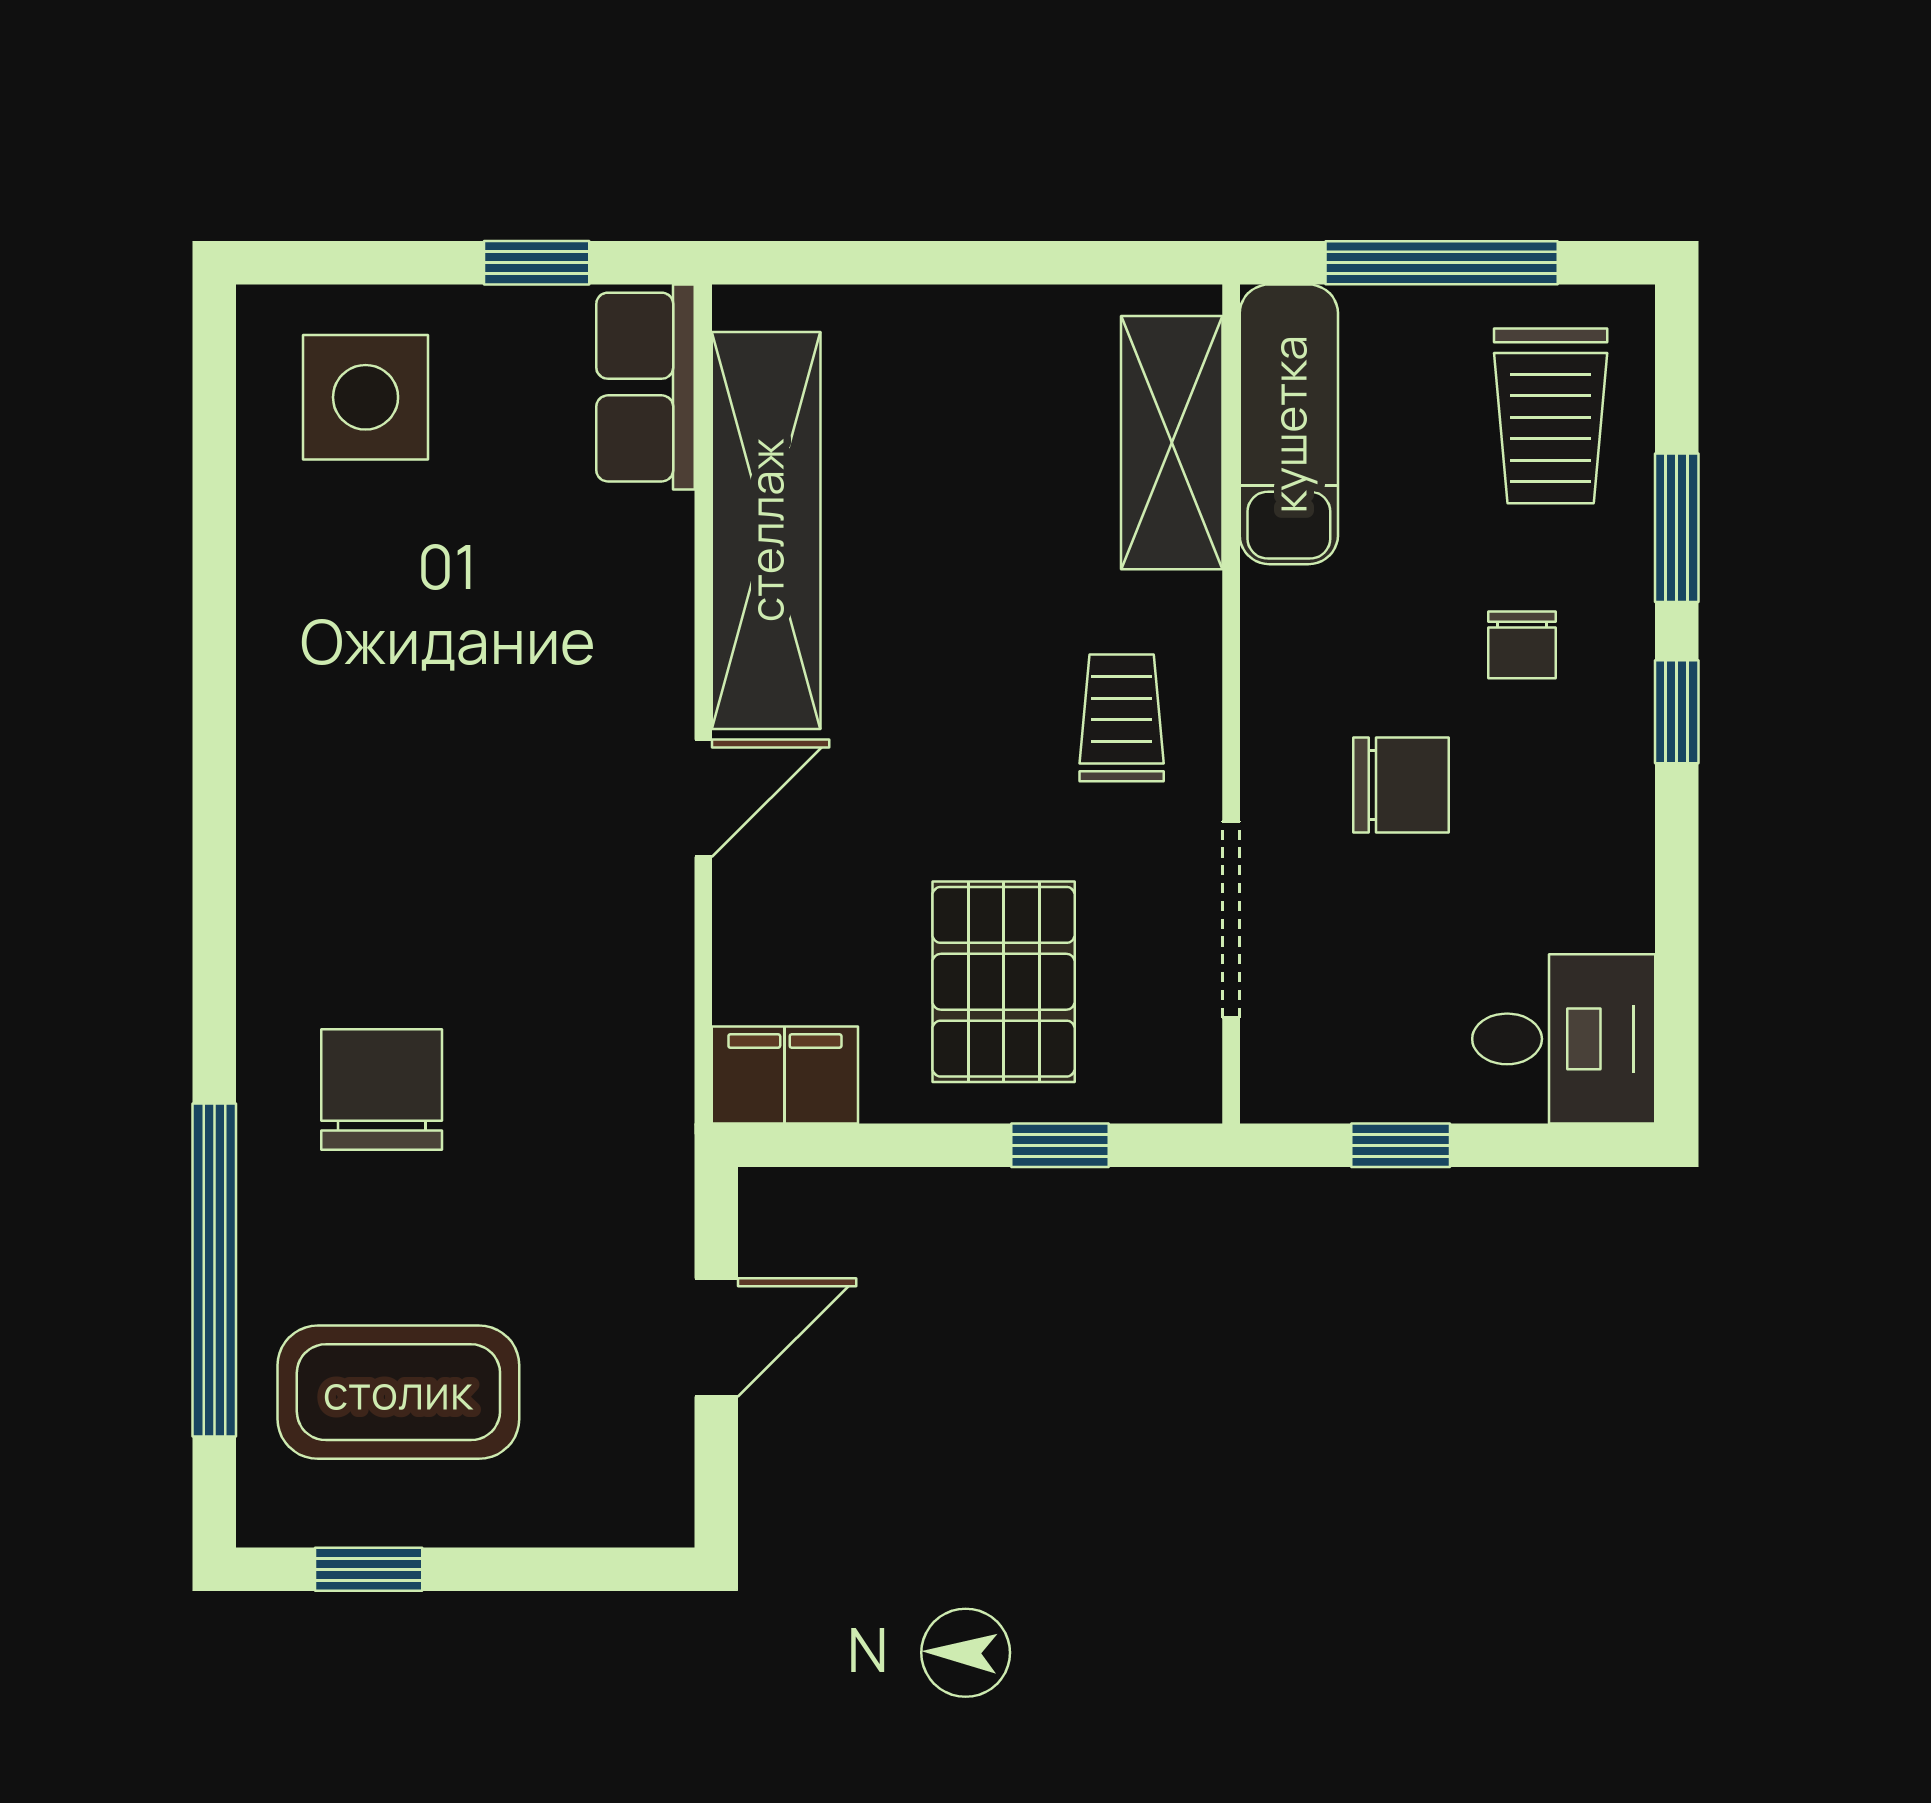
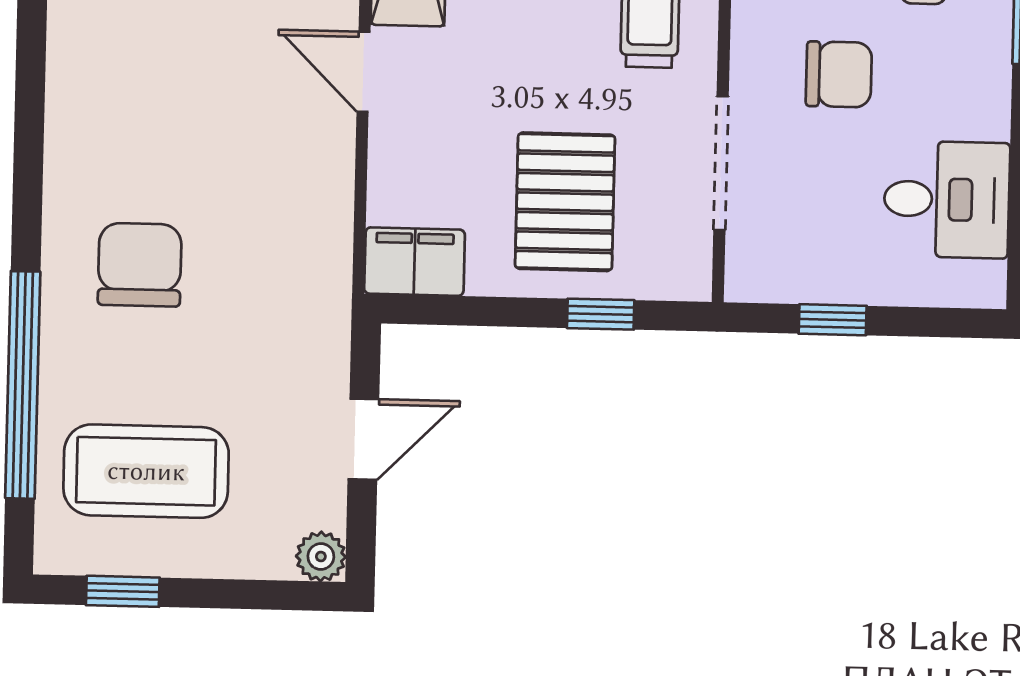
door: (703, 798) -> (364, 72), swing flipped
desk: (1564, 1039) -> (947, 199), moved
plant: (658, 1511) -> (321, 556), added

